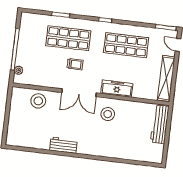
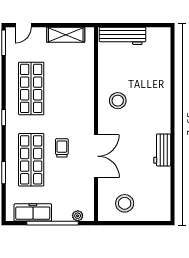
shelving: (166, 78) -> (66, 35), width x0.68
freezer: (117, 89) -> (33, 212), moved, turned 90
double door: (79, 93) -> (96, 156), moved
stool: (38, 101) -> (125, 203), moved

